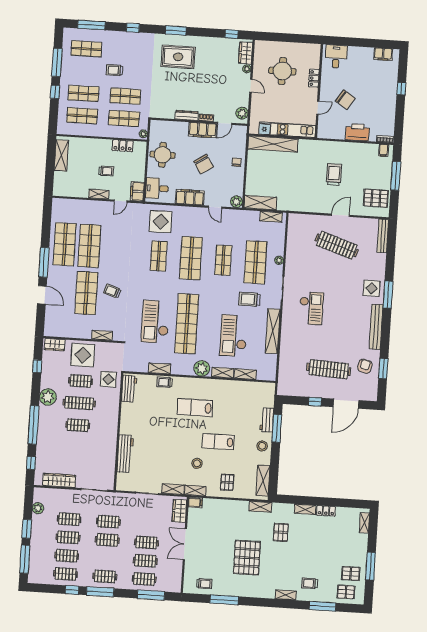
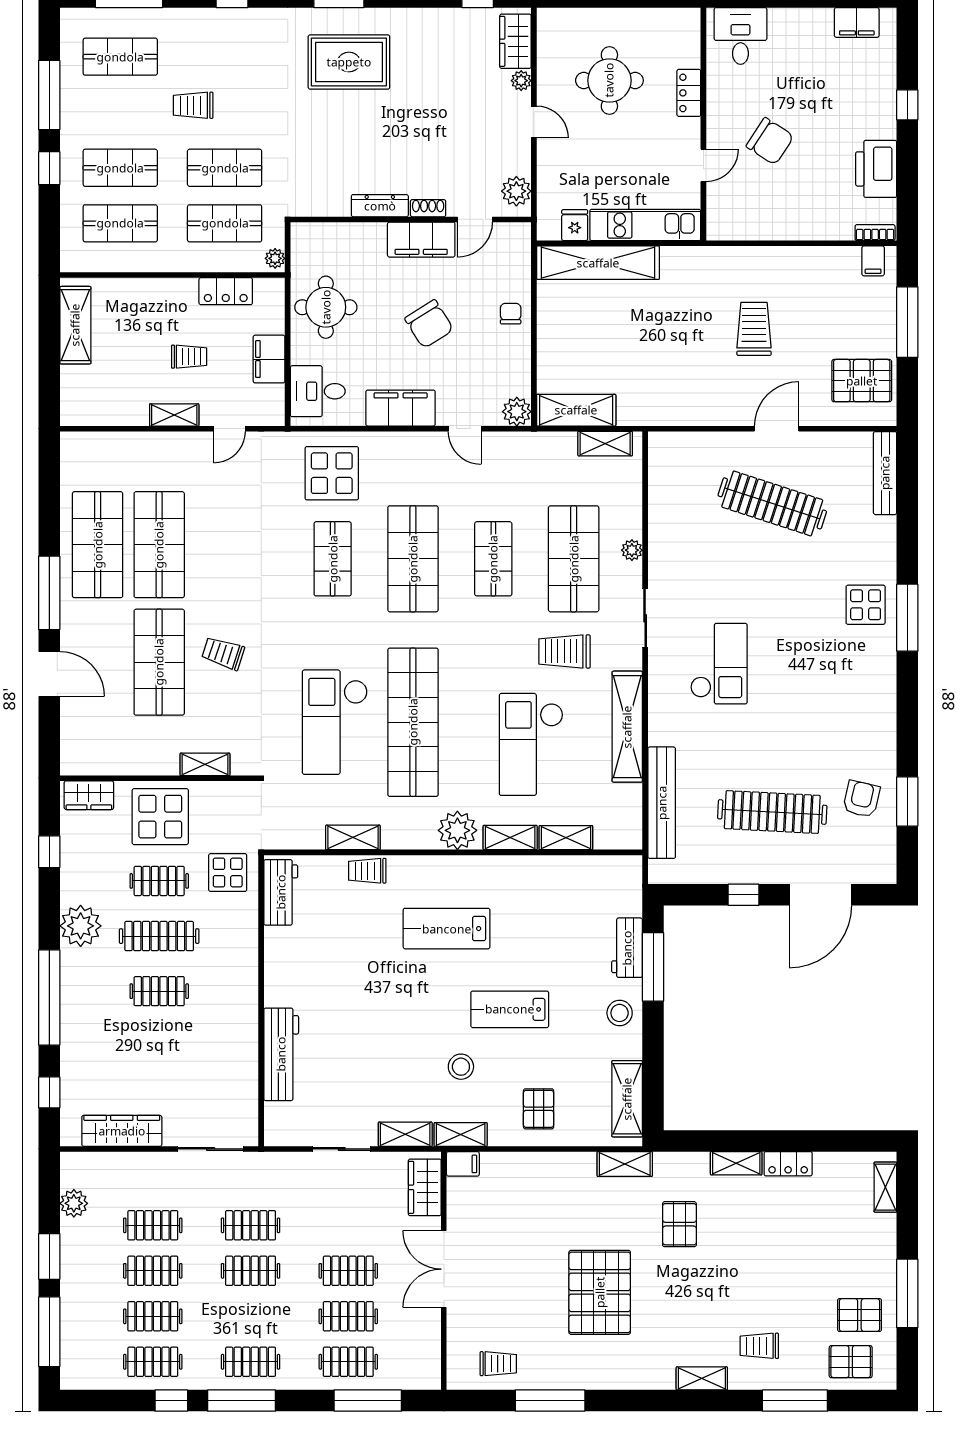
printer: (357, 132) -> (876, 169), moved, turned -90
filing cabinet: (137, 191) -> (269, 359), moved
bench: (376, 327) -> (662, 803), moved

